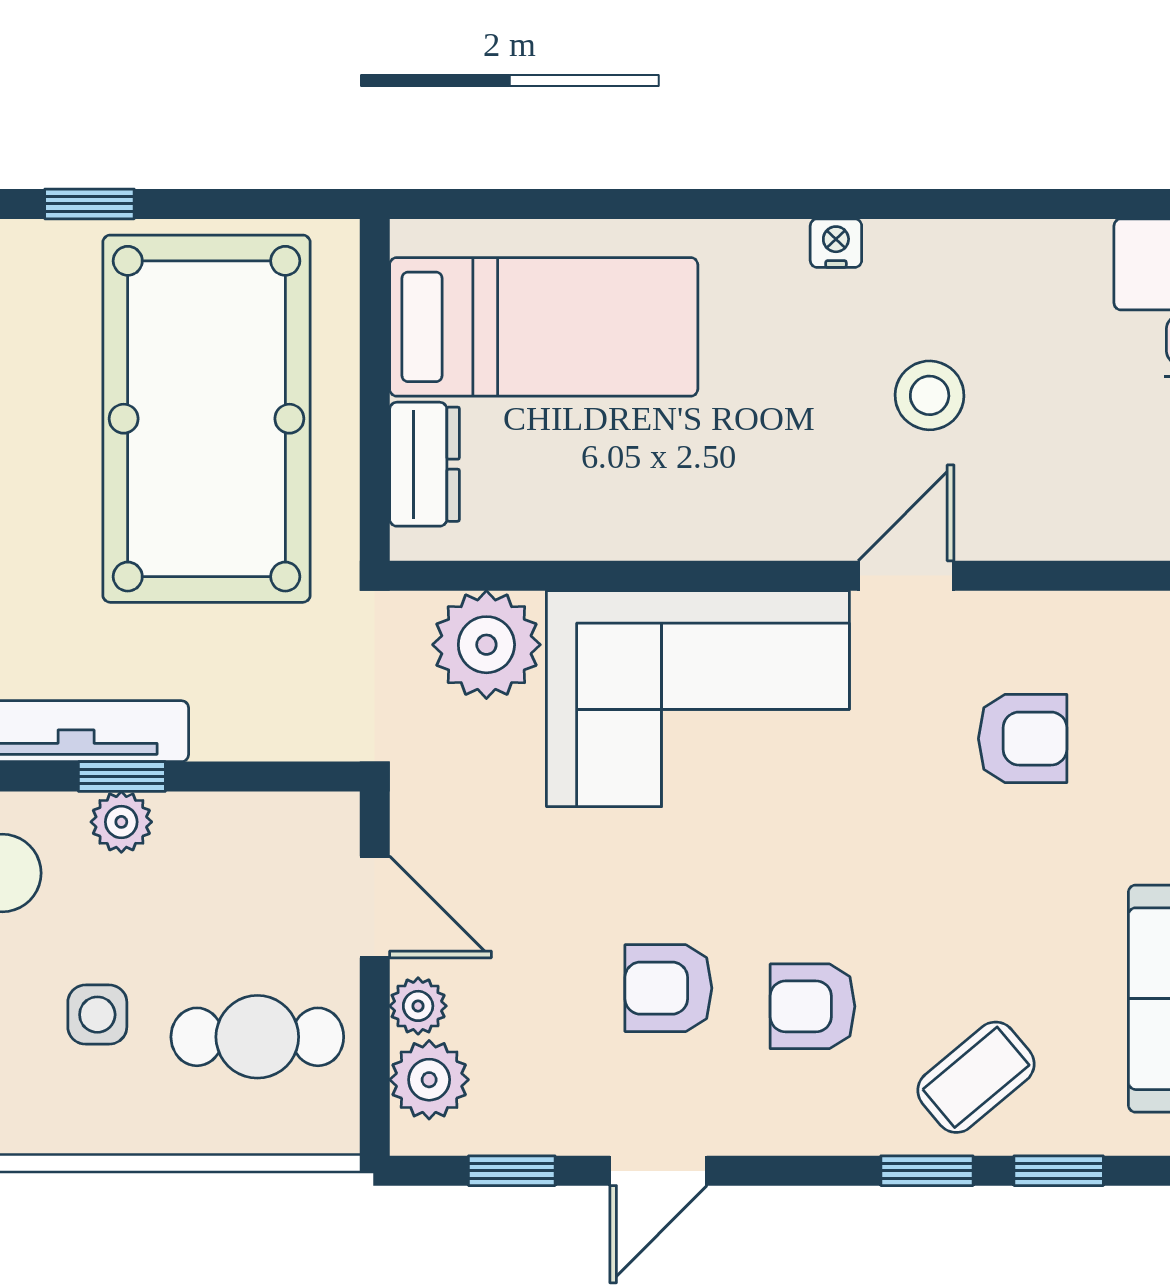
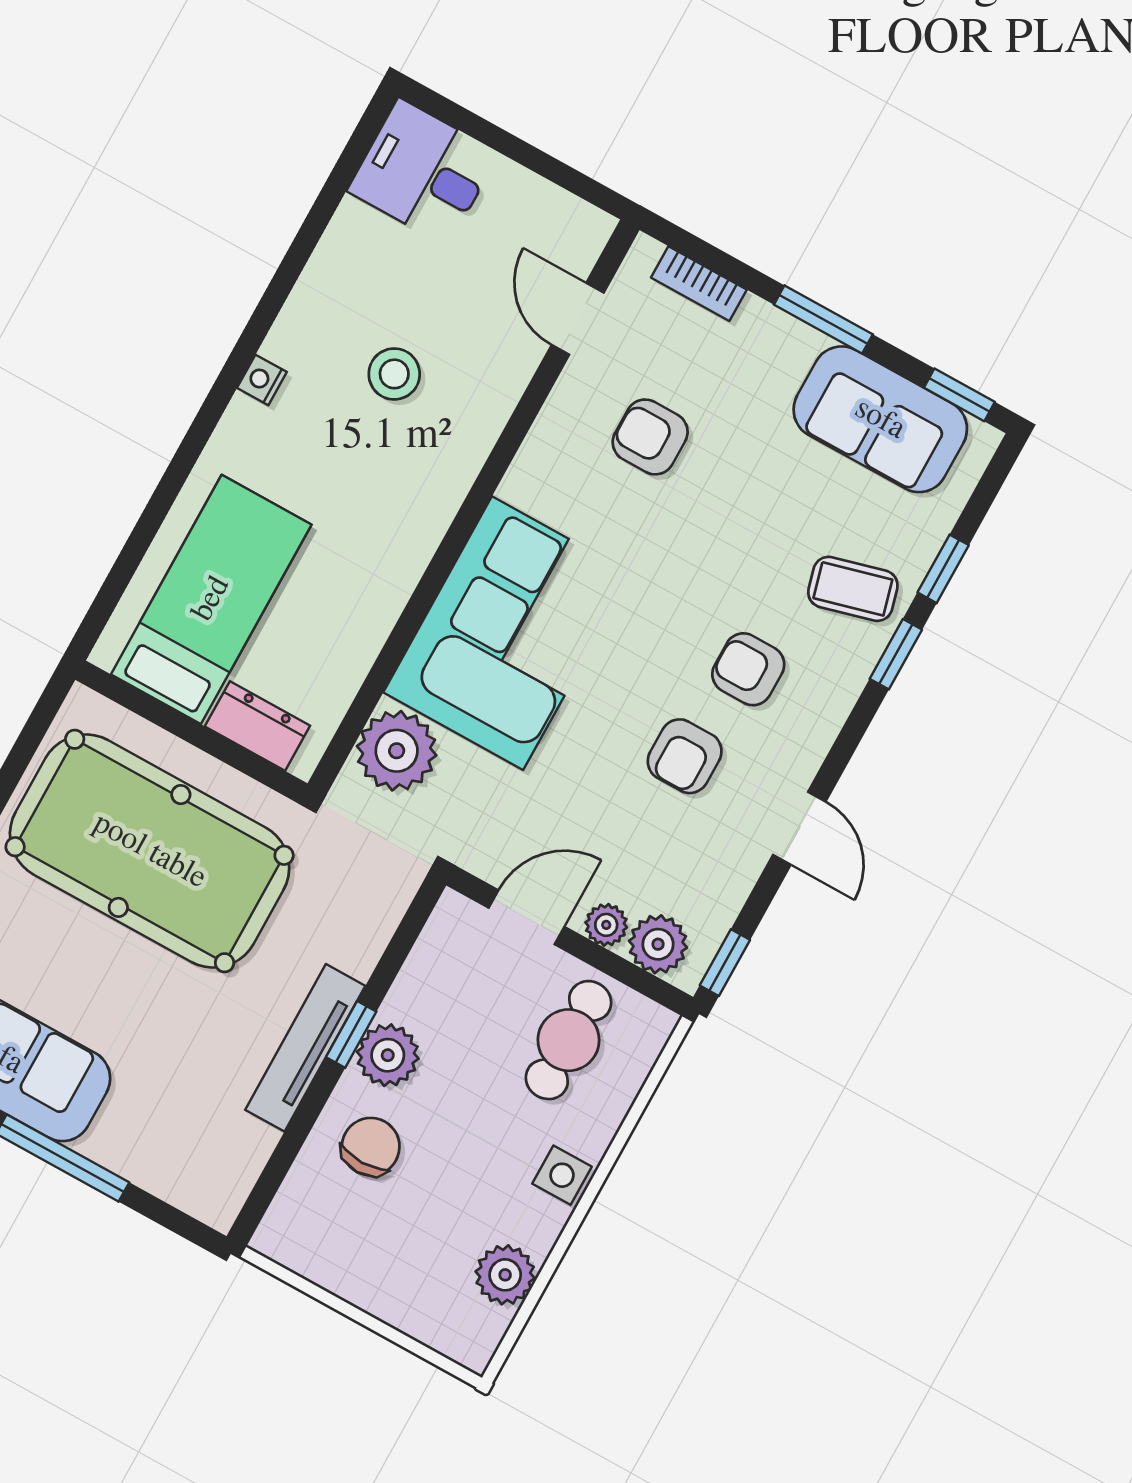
door: (906, 576) -> (578, 319), moved
armchair: (1023, 739) -> (650, 437), turned -90
plant: (121, 822) -> (388, 1055), width x1.38, depth x1.38
armchair: (813, 1006) -> (748, 669), turned 90
side table: (97, 1015) -> (562, 1175), moved
coffee table: (976, 1077) -> (853, 589), turned -65
window: (512, 1171) -> (725, 963), moved

